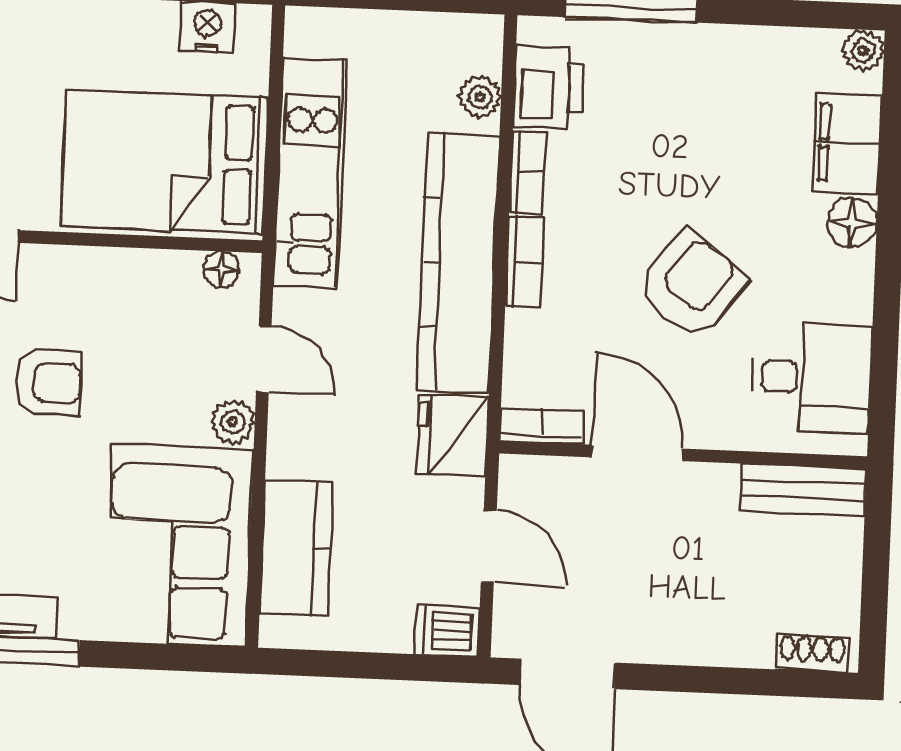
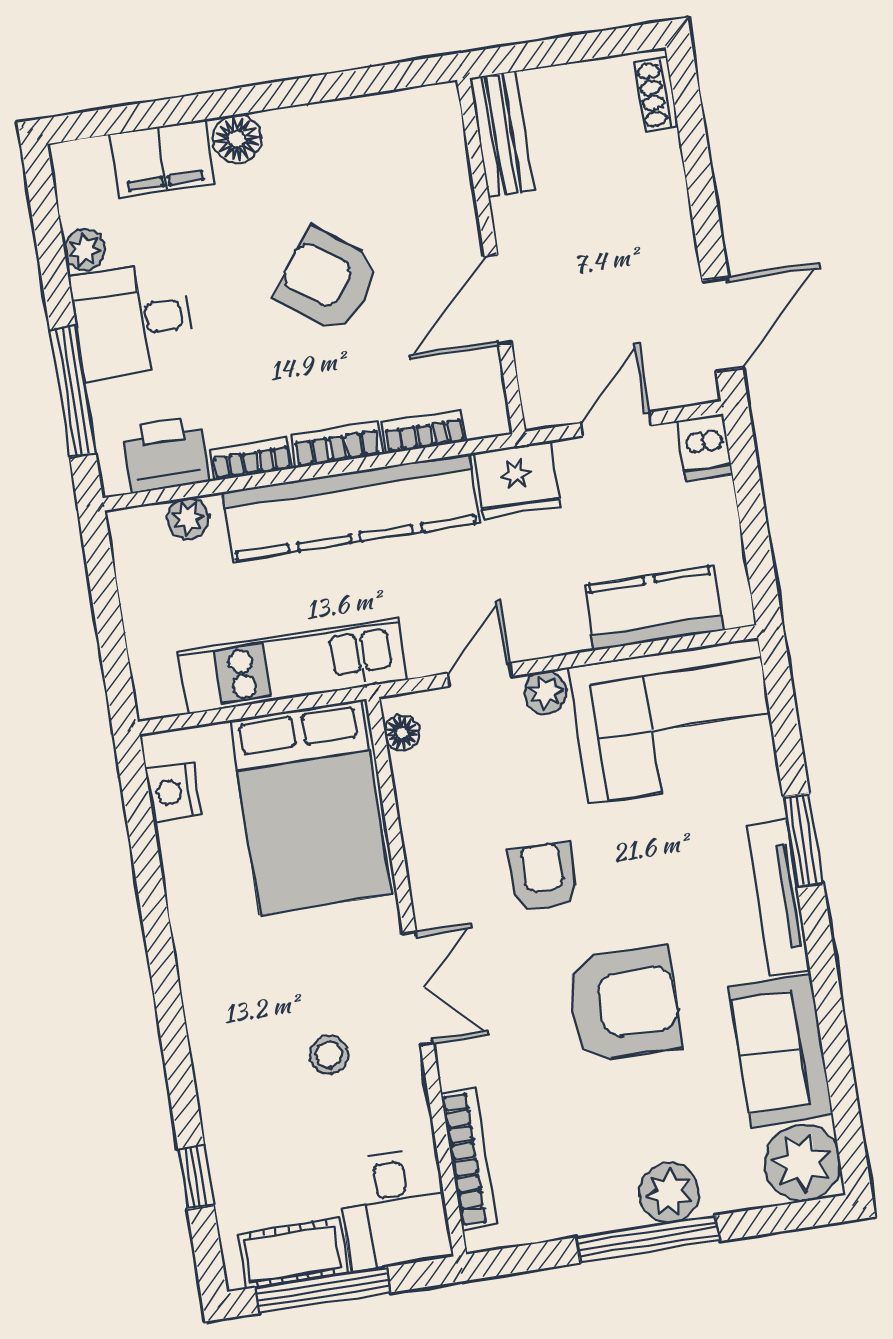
plant: (863, 50) -> (84, 250), moved
desk: (811, 378) -> (133, 321), moved, turned -90
bookcase: (542, 426) -> (424, 432), moved, turned 90

